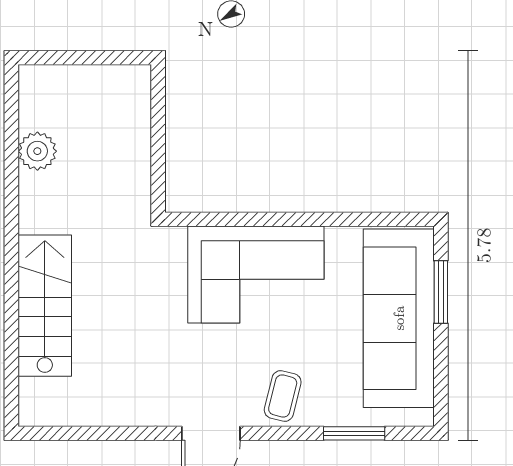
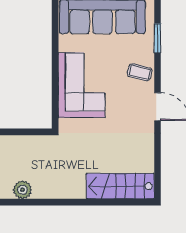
stairs: (45, 306) -> (120, 186), moved

